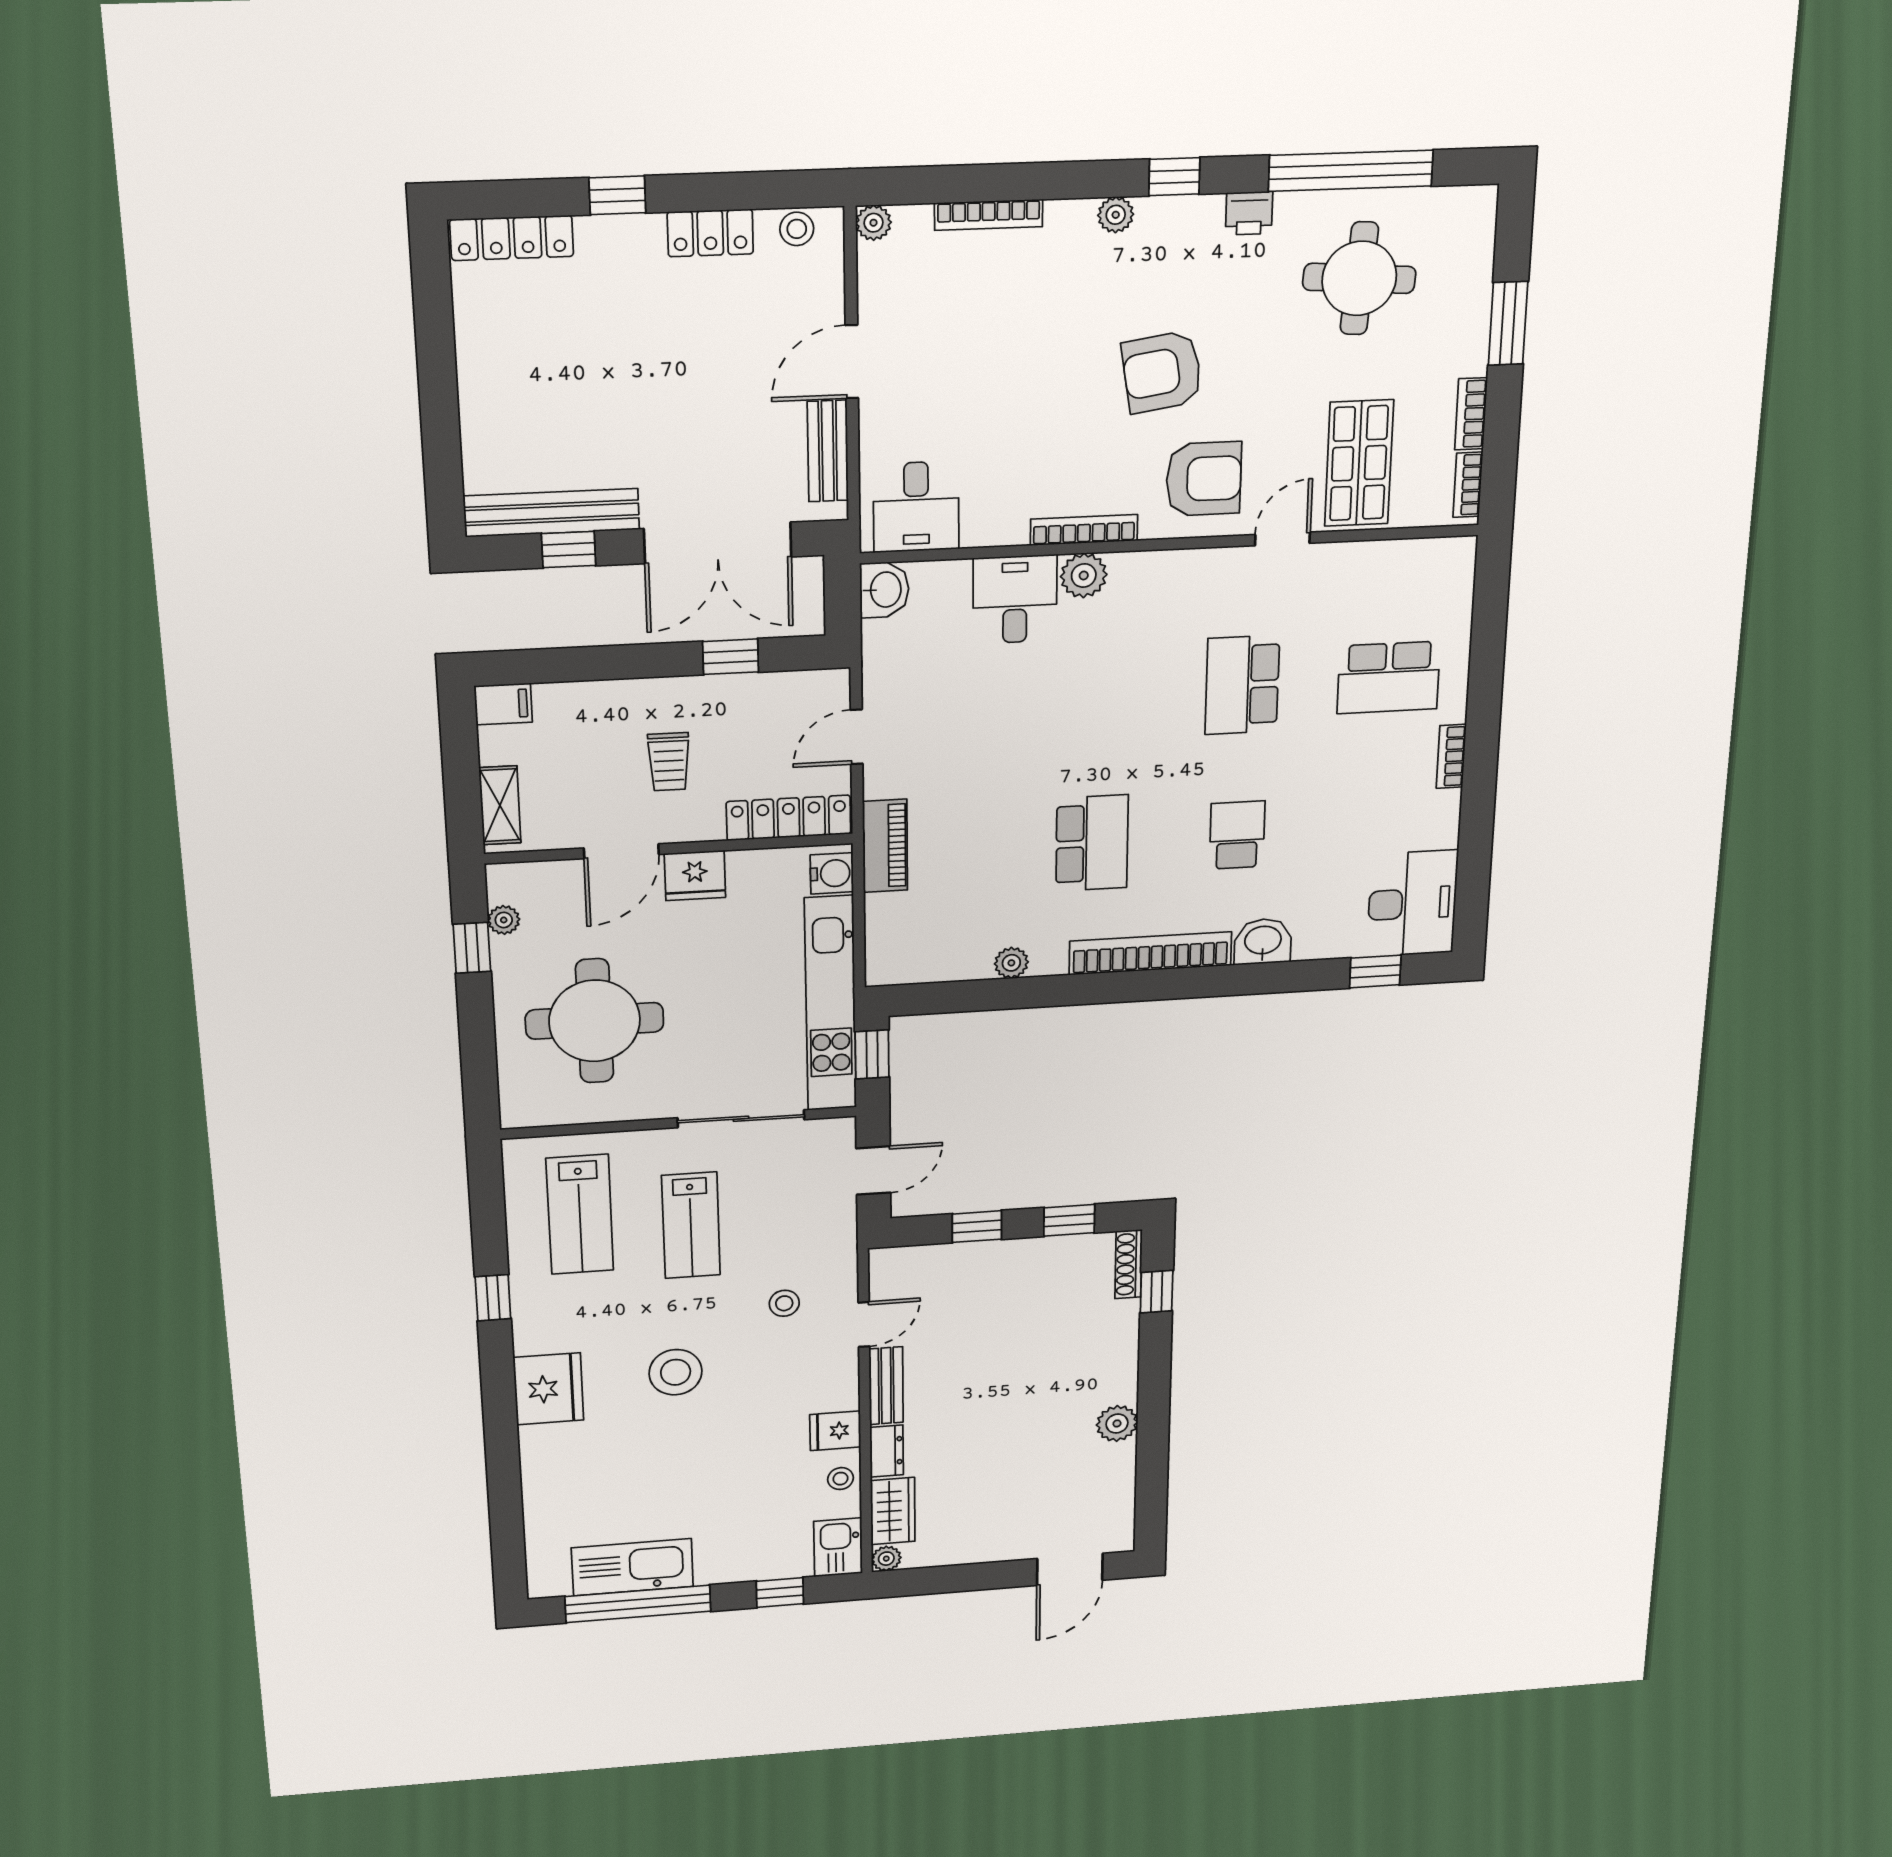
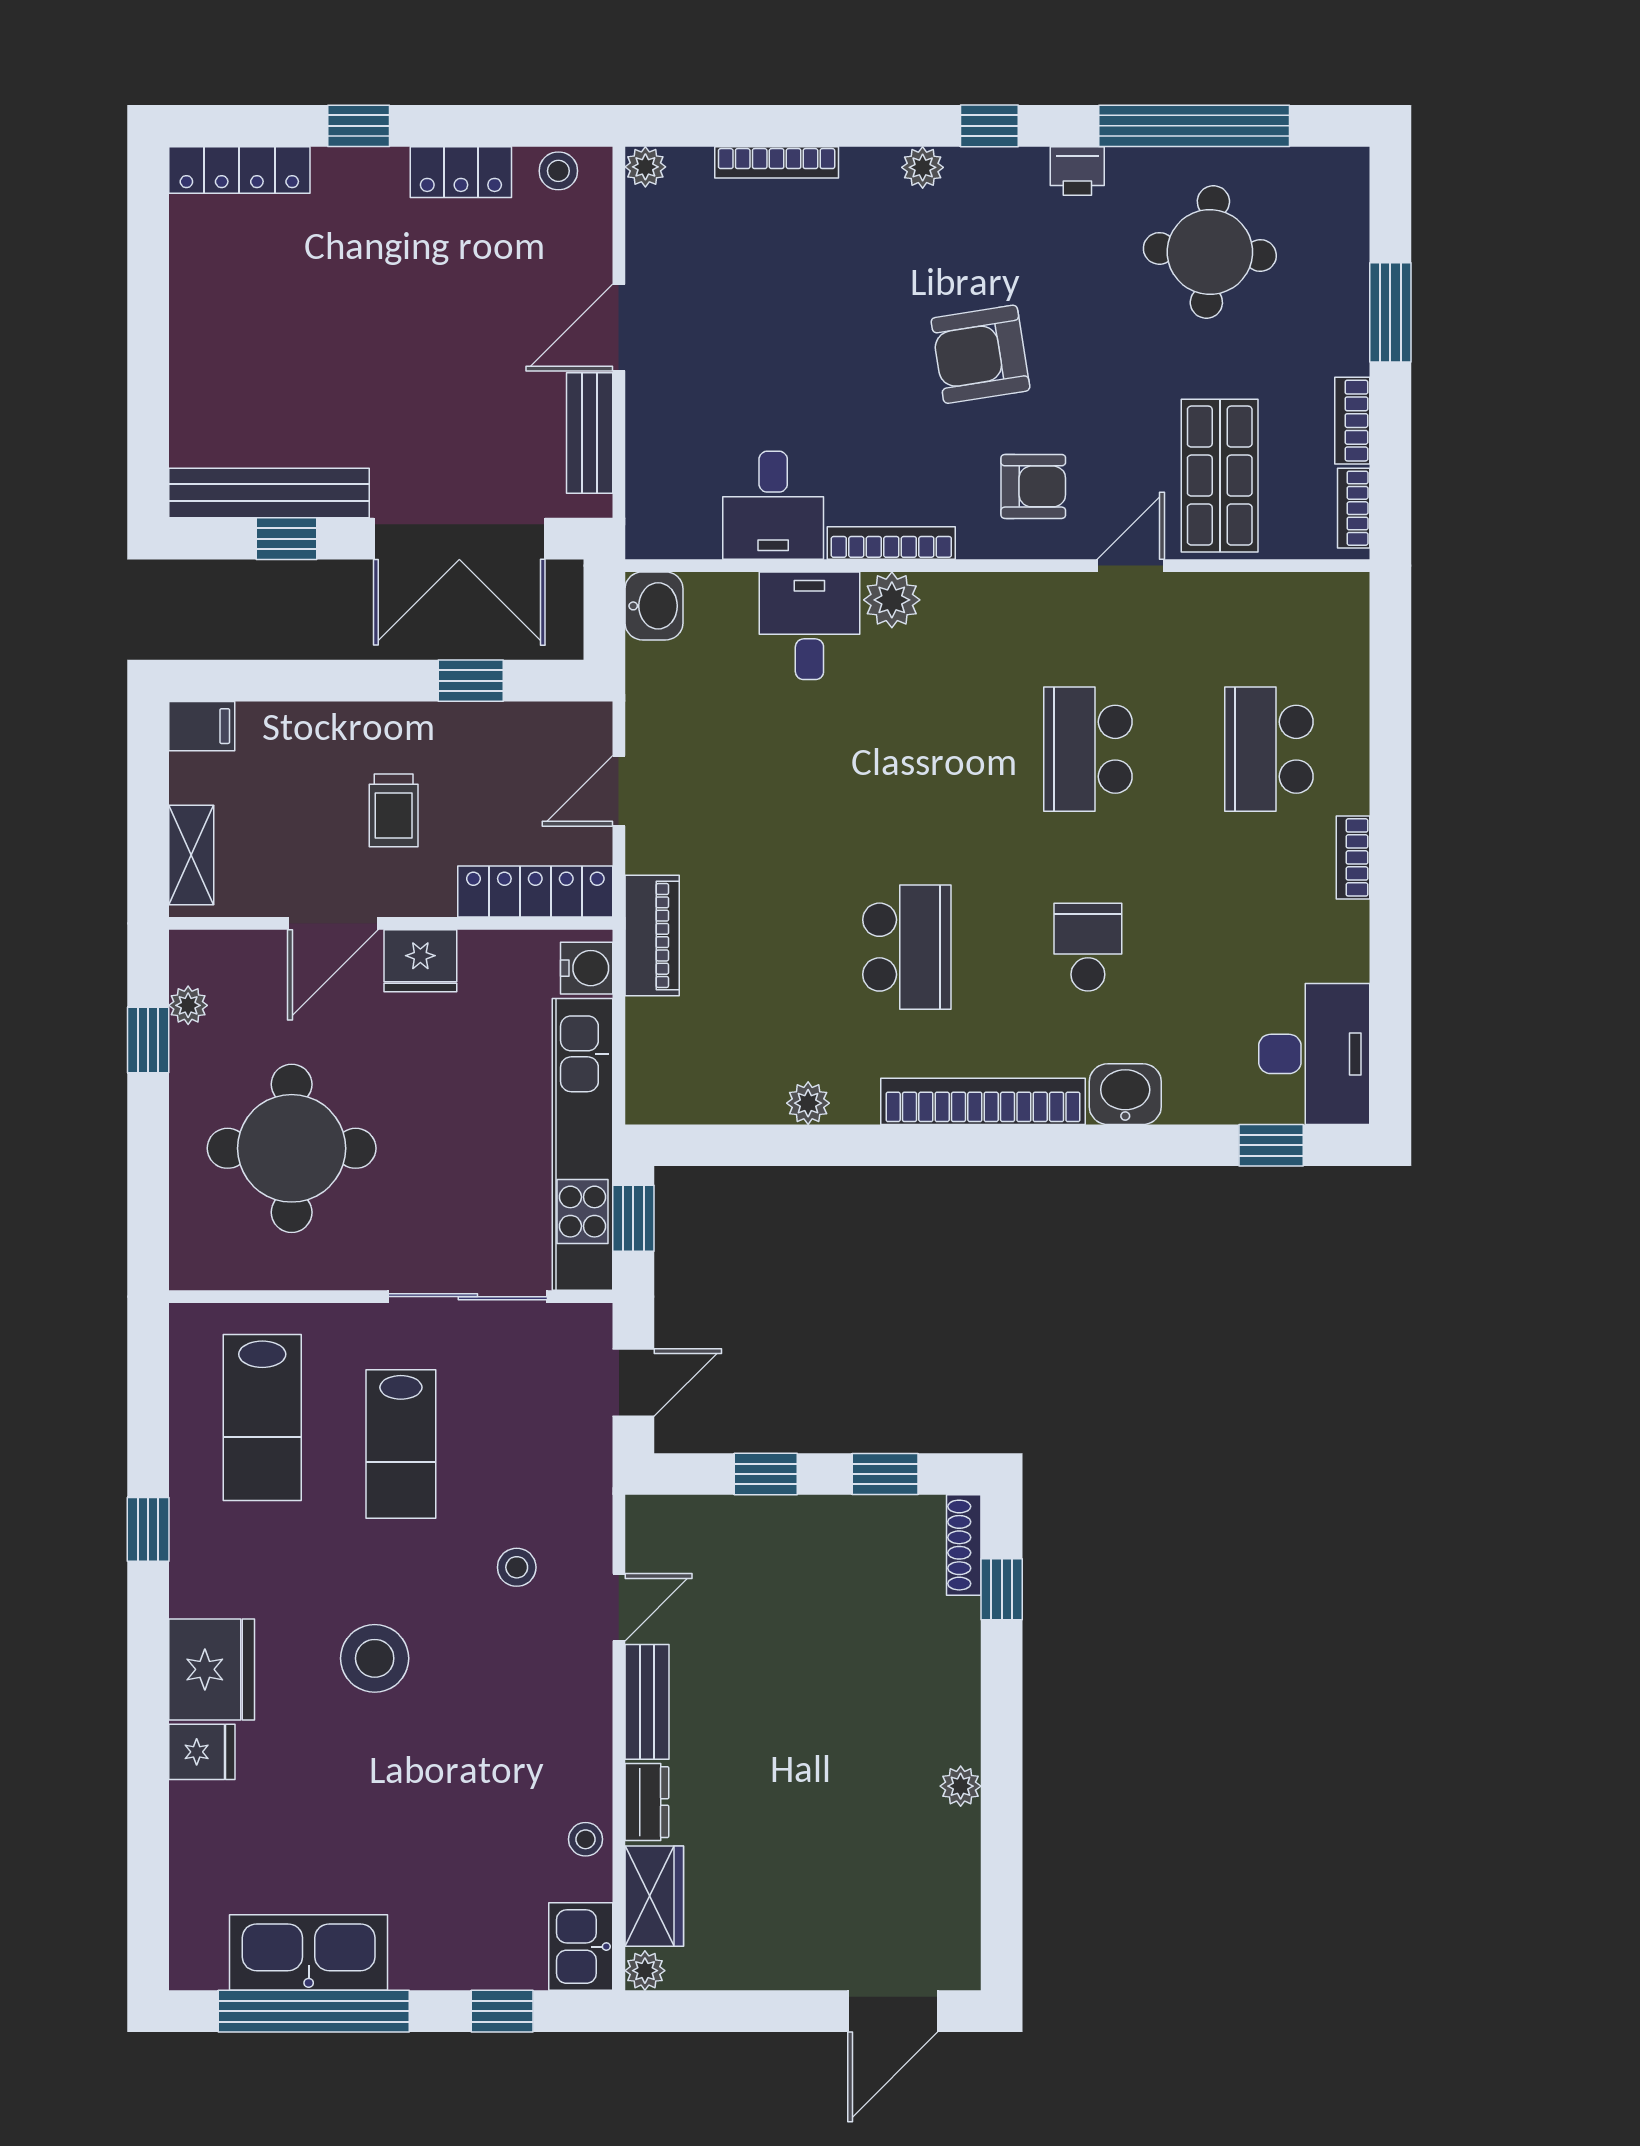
armchair: (1204, 479) -> (1033, 486), width x0.72, depth x0.72
desk: (916, 507) -> (773, 505), moved
school desk: (1389, 677) -> (1269, 749), turned 90
plant: (1117, 1423) -> (961, 1786), width x0.73, depth x0.73
fridge: (835, 1431) -> (202, 1752), moved, turned 180

